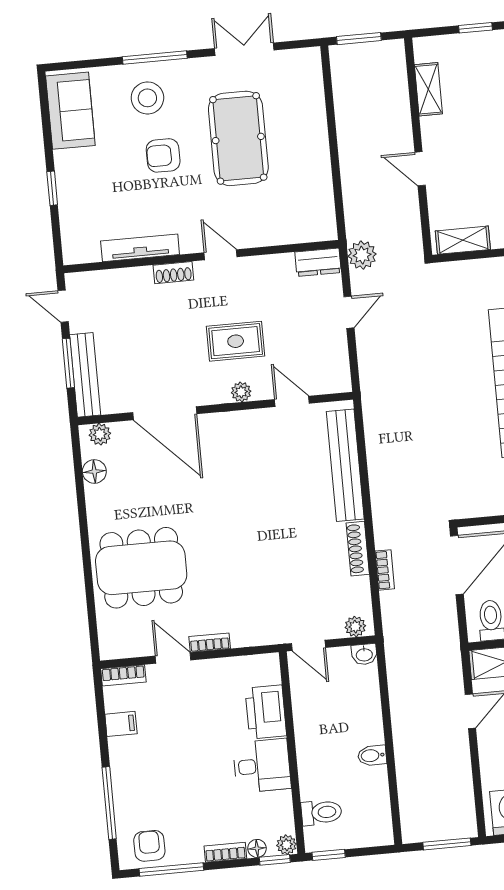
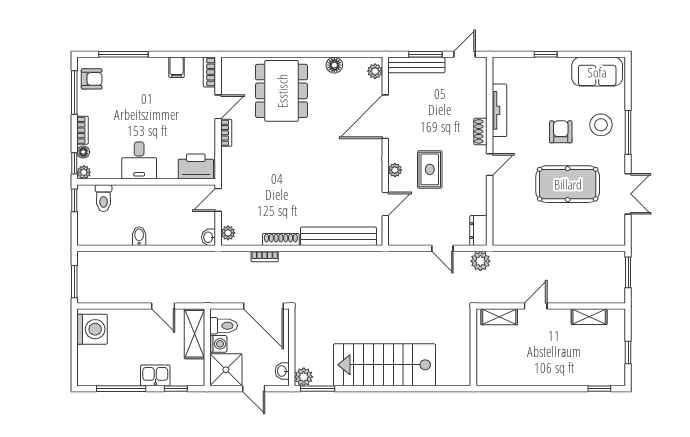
shelving: (463, 240) -> (499, 317), moved, turned 90
floor lamp: (94, 471) -> (334, 65), moved
printer: (266, 712) -> (196, 167), moved

